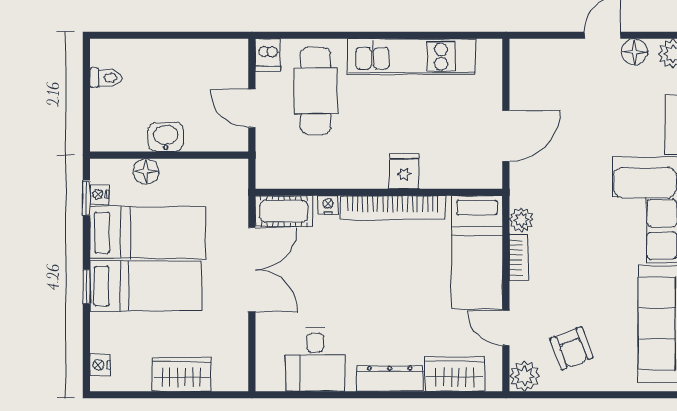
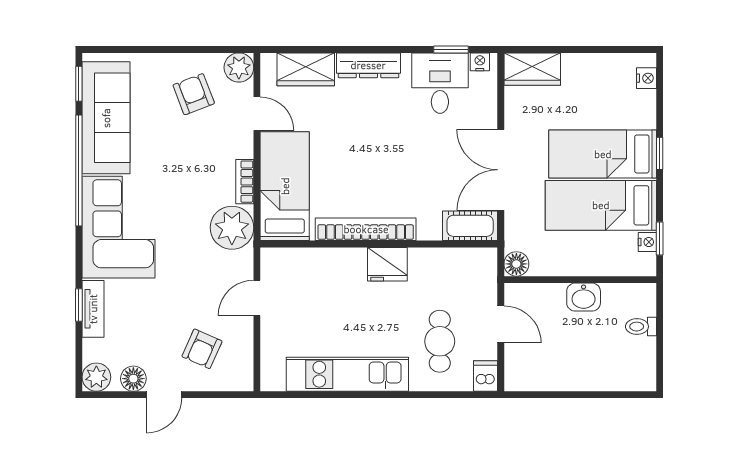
toilet: (106, 78) -> (641, 327), moved
armchair: (563, 83) -> (202, 349), added
cafe table: (315, 91) -> (440, 341), width x0.73, depth x0.74
door: (506, 136) -> (257, 298), width x0.73
floor lamp: (146, 171) -> (516, 264), moved
fridge: (404, 171) -> (387, 264), moved, width x1.38
nightstand: (328, 205) -> (480, 62), moved, turned 180
plant: (521, 220) -> (232, 228), width x1.87, depth x1.87
wardrobe: (181, 374) -> (532, 69), moved
window: (304, 395) -> (451, 49), added

